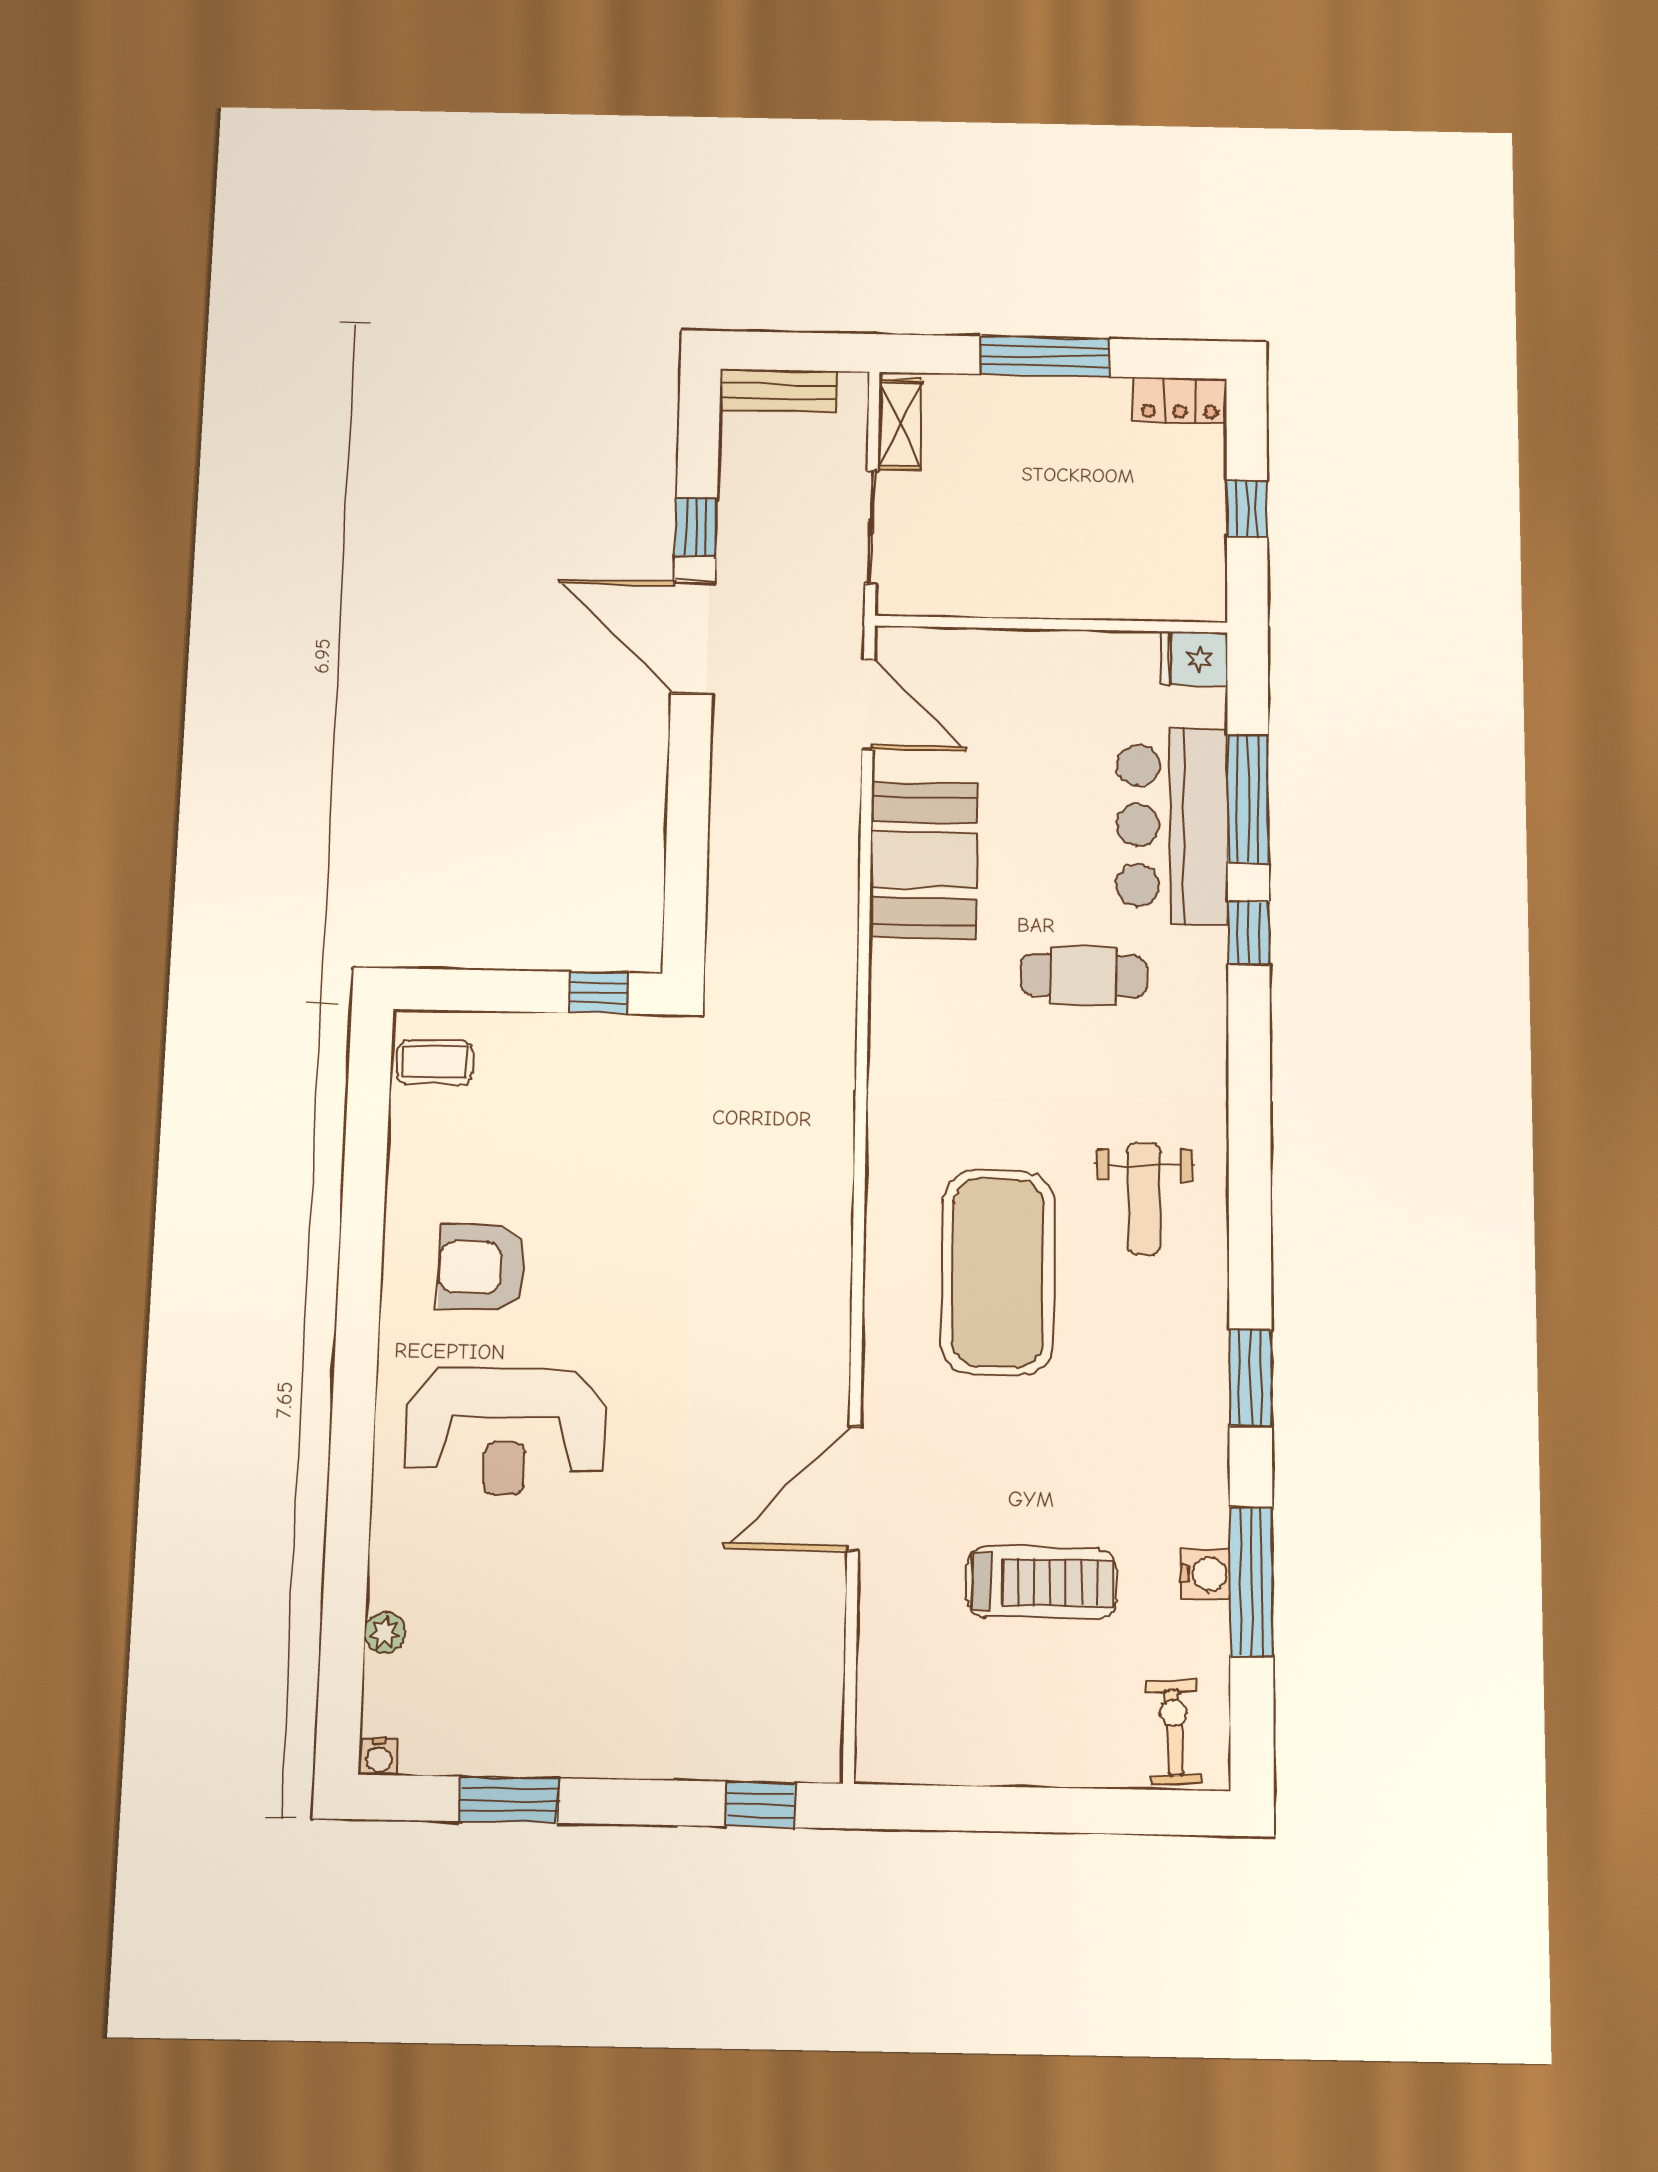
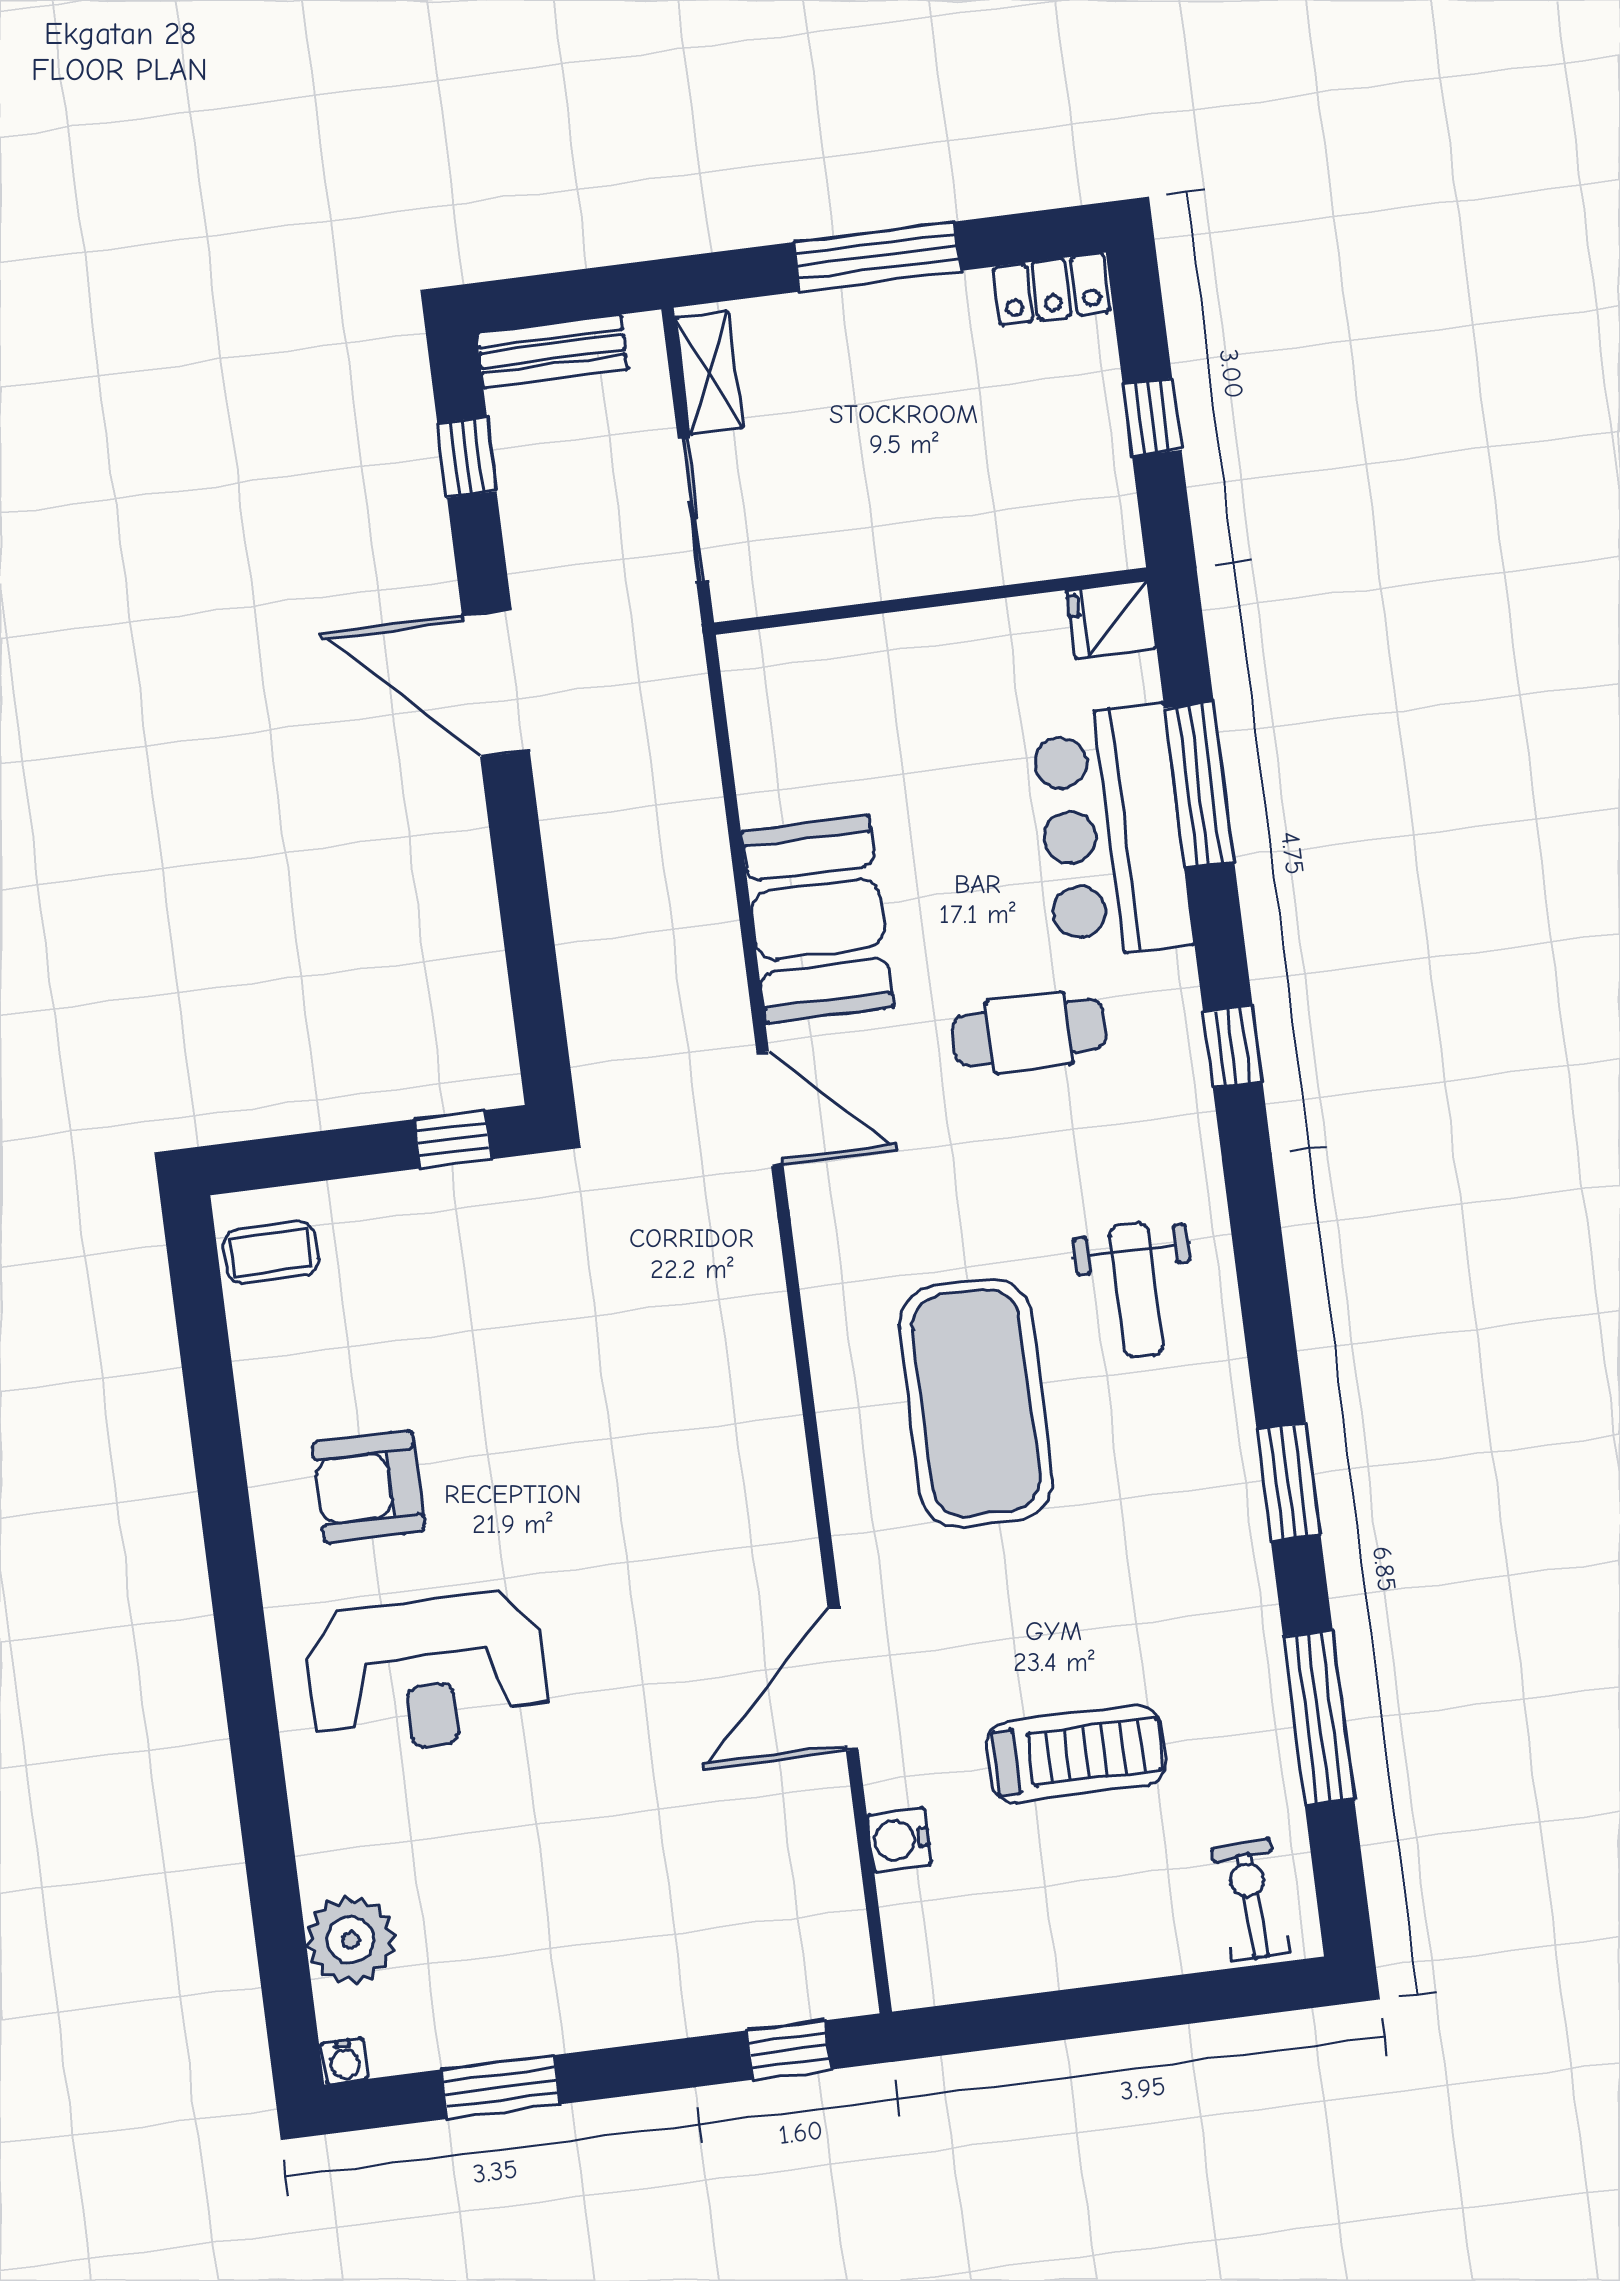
window: (696, 527) -> (467, 457), moved
door: (868, 704) -> (770, 1109), moved
window: (1249, 933) -> (1233, 1046), moved
water cooler: (1205, 1574) -> (899, 1840), moved, turned 180
plant: (385, 1633) -> (351, 1940), width x1.88, depth x1.88

